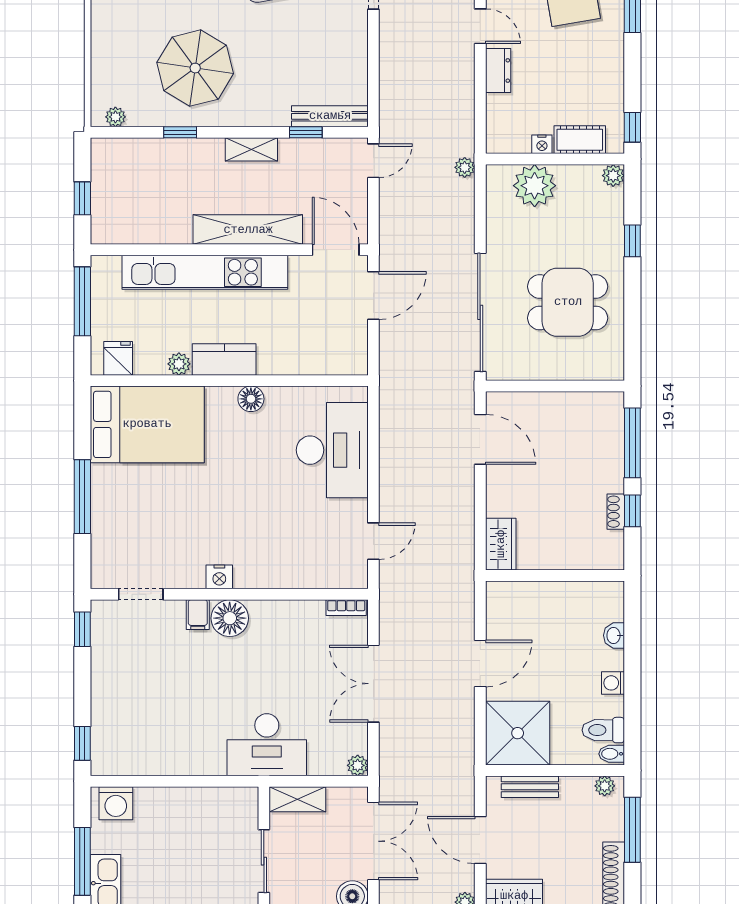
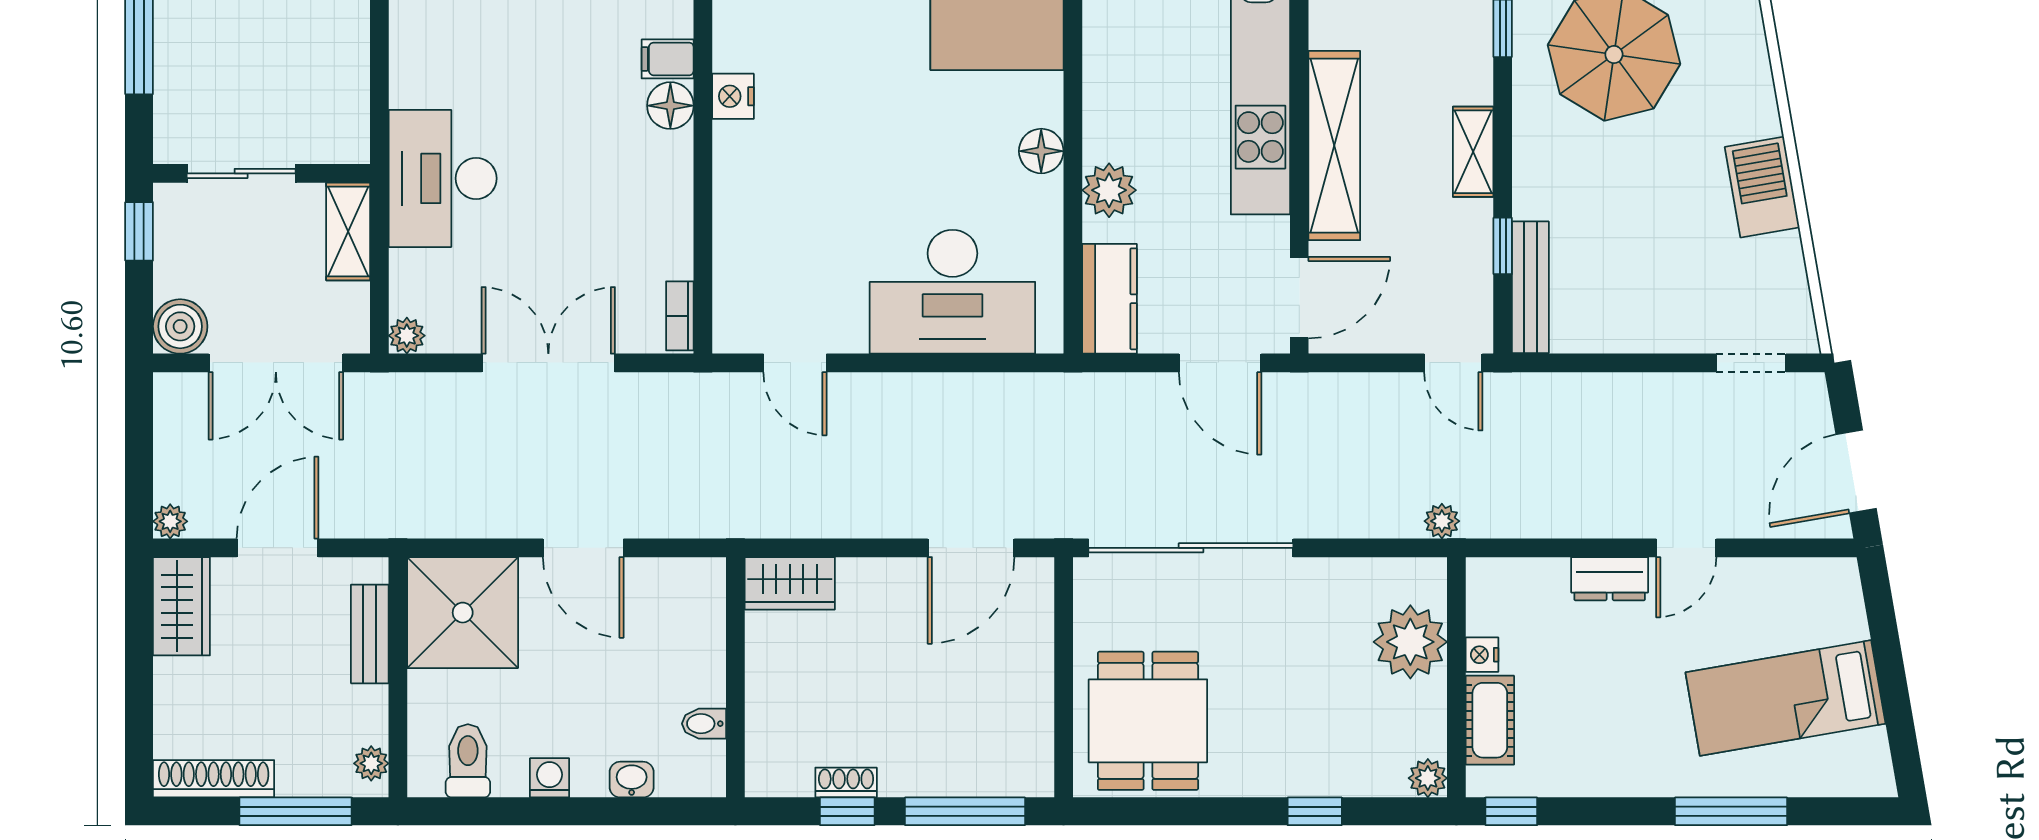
dining table: (568, 302) -> (1148, 721), moved
kitchen counter: (224, 359) -> (1109, 299), moved
plant: (179, 364) -> (1109, 190), moved, width x1.38, depth x1.38
floor lamp: (230, 618) -> (670, 106), width x0.73, depth x0.73
bidet: (612, 754) -> (704, 724), moved, turned -90

